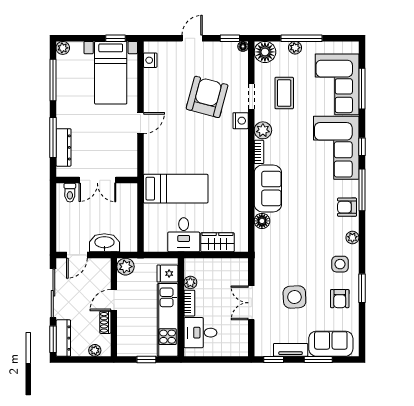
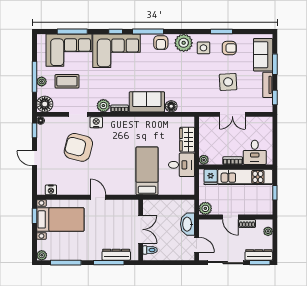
coffee table: (284, 93) -> (67, 81), moved
plant: (352, 238) -> (184, 43), width x1.88, depth x1.88
plant: (190, 282) -> (204, 160), moved

